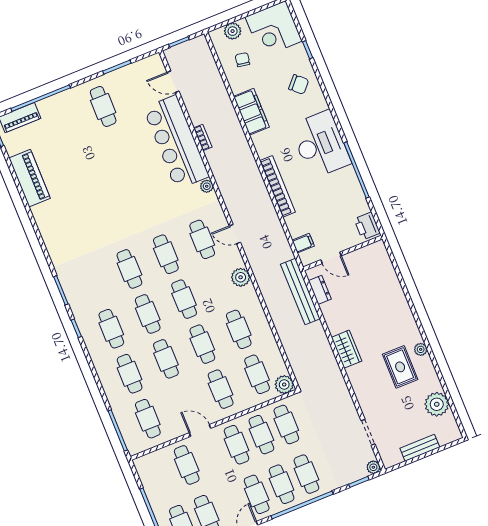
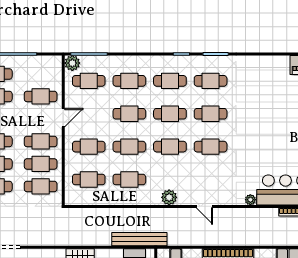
door: (235, 234) -> (204, 206), swing flipped
cafe table: (202, 239) -> (211, 81), moved
plant: (284, 385) -> (72, 63), moved

